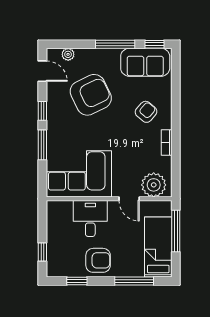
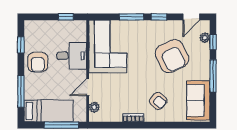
window: (155, 44) -> (213, 42), moved
plant: (154, 185) -> (94, 107), width x0.53, depth x0.53
window: (42, 252) -> (66, 17), moved

